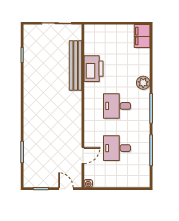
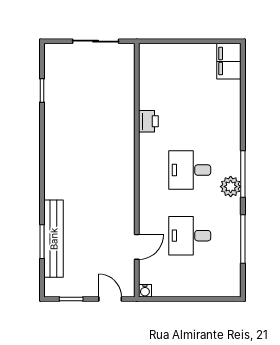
bench: (76, 65) -> (54, 239), moved
printer: (93, 69) -> (148, 121), width x0.53, depth x0.68
plant: (143, 83) -> (231, 187), moved

